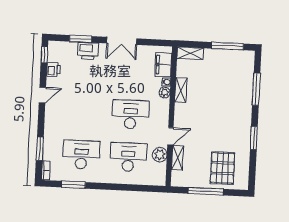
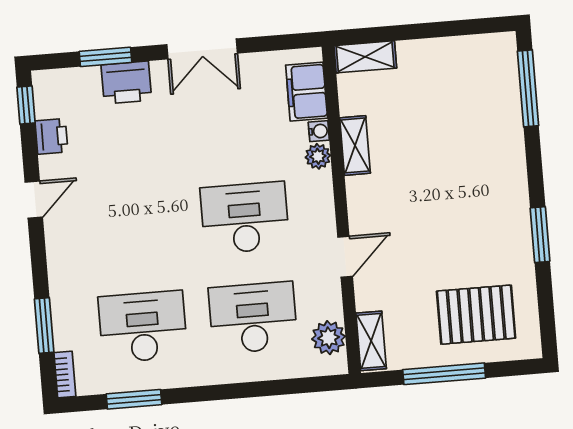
window: (228, 46) -> (451, 28), removed
window: (256, 89) -> (528, 88), moved
plant: (160, 155) -> (329, 338), moved
shelving: (178, 158) -> (371, 341), moved
pallet: (222, 168) -> (476, 315), turned 90

